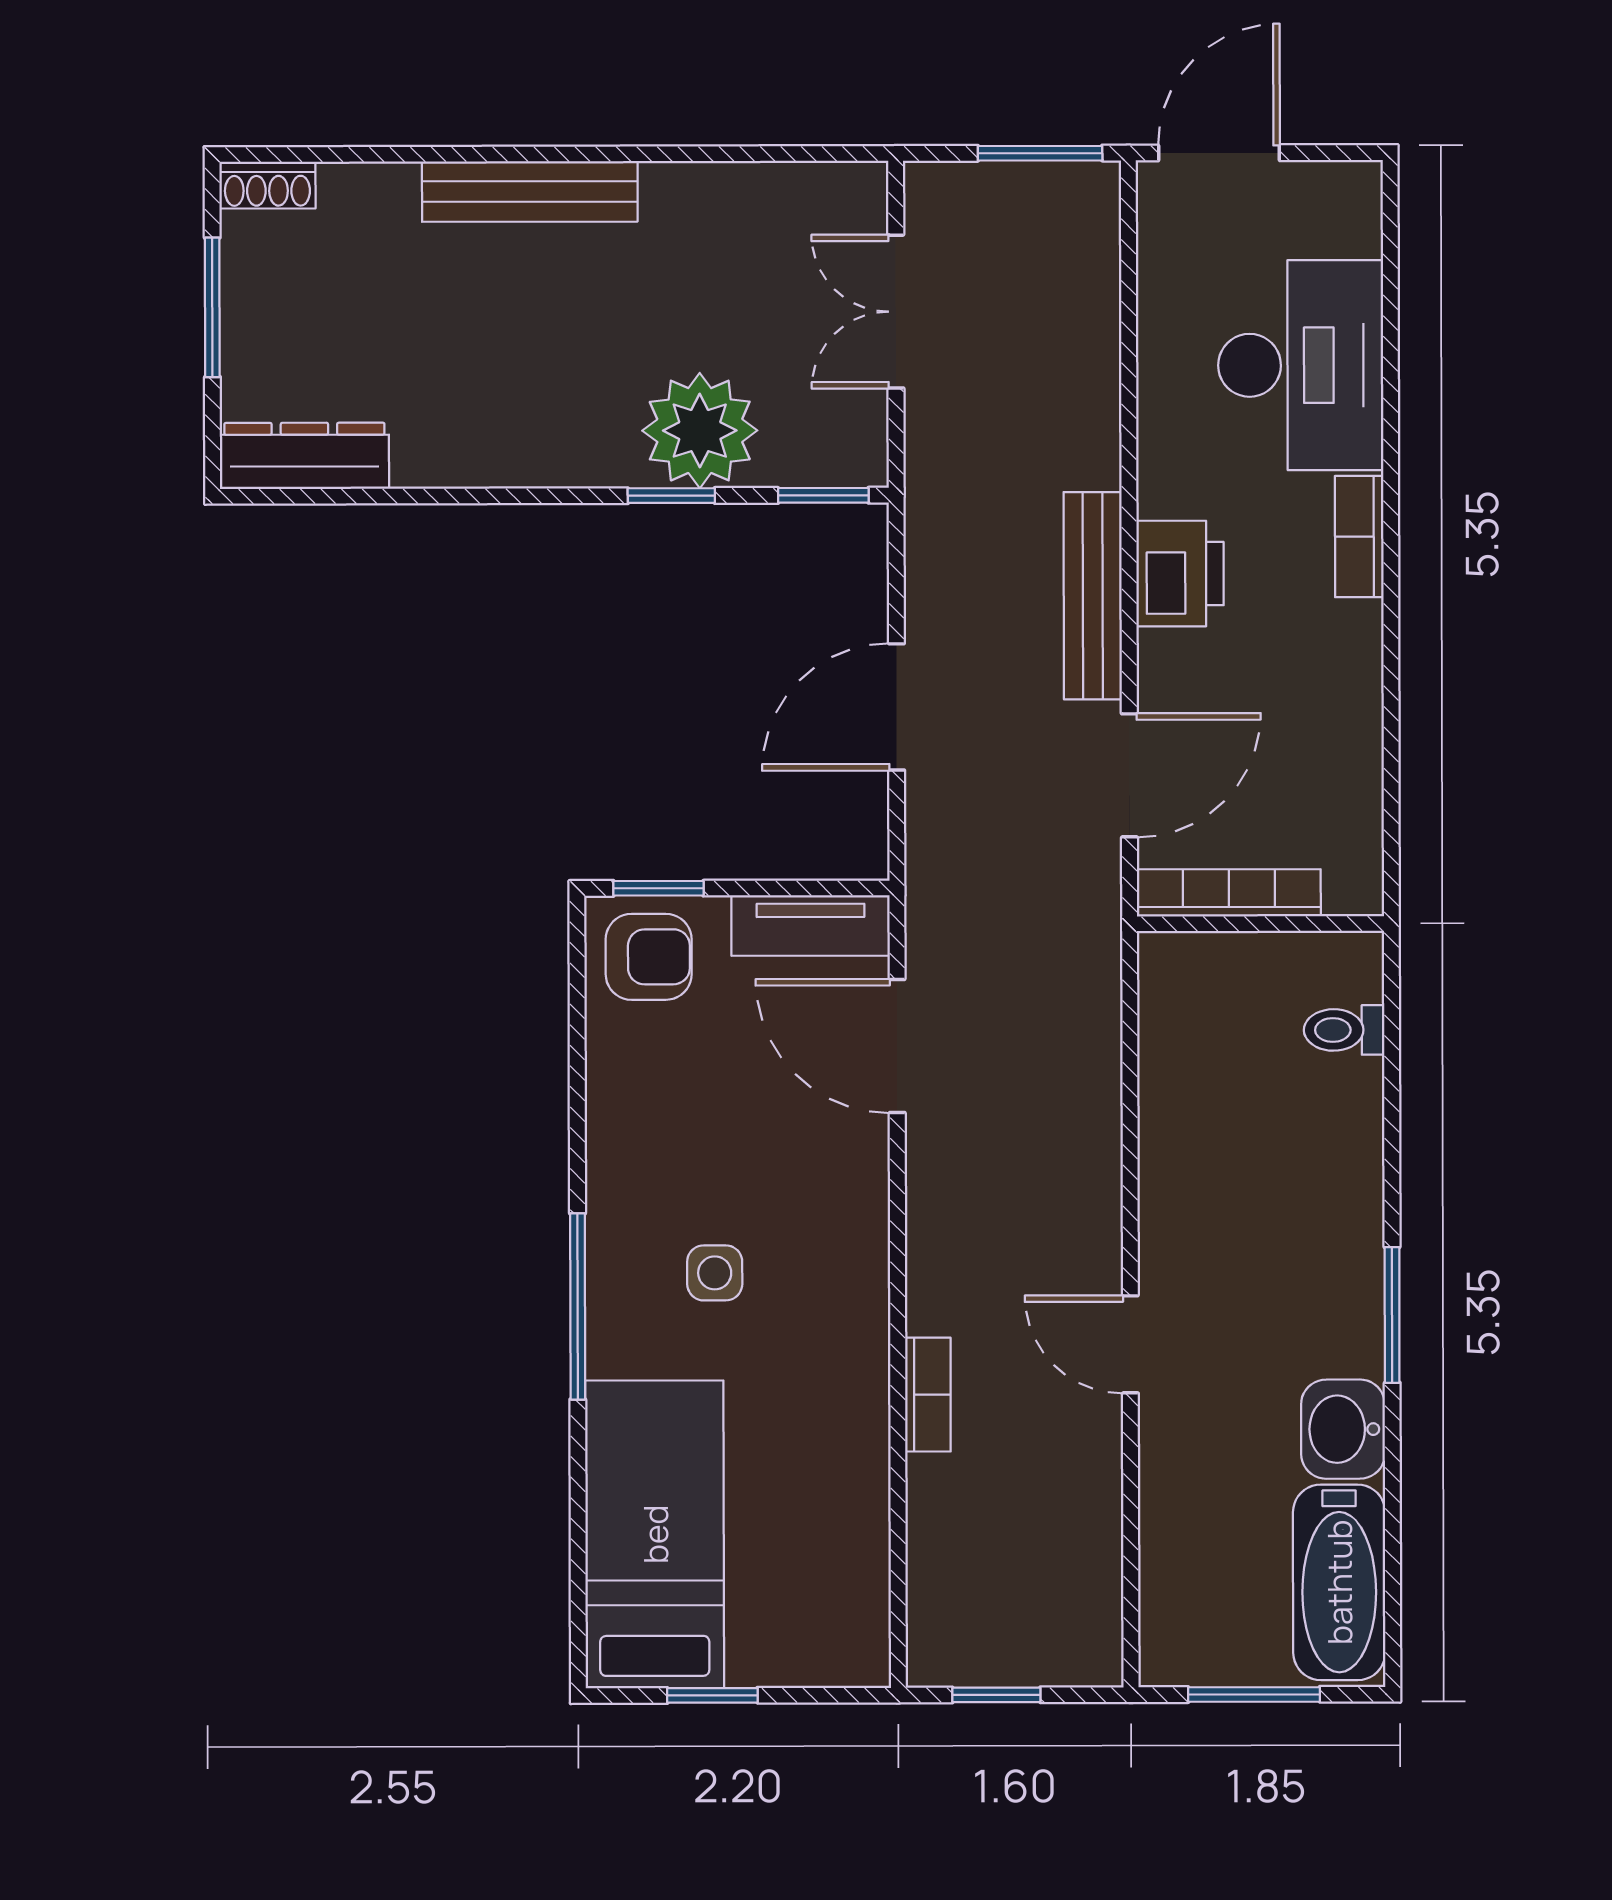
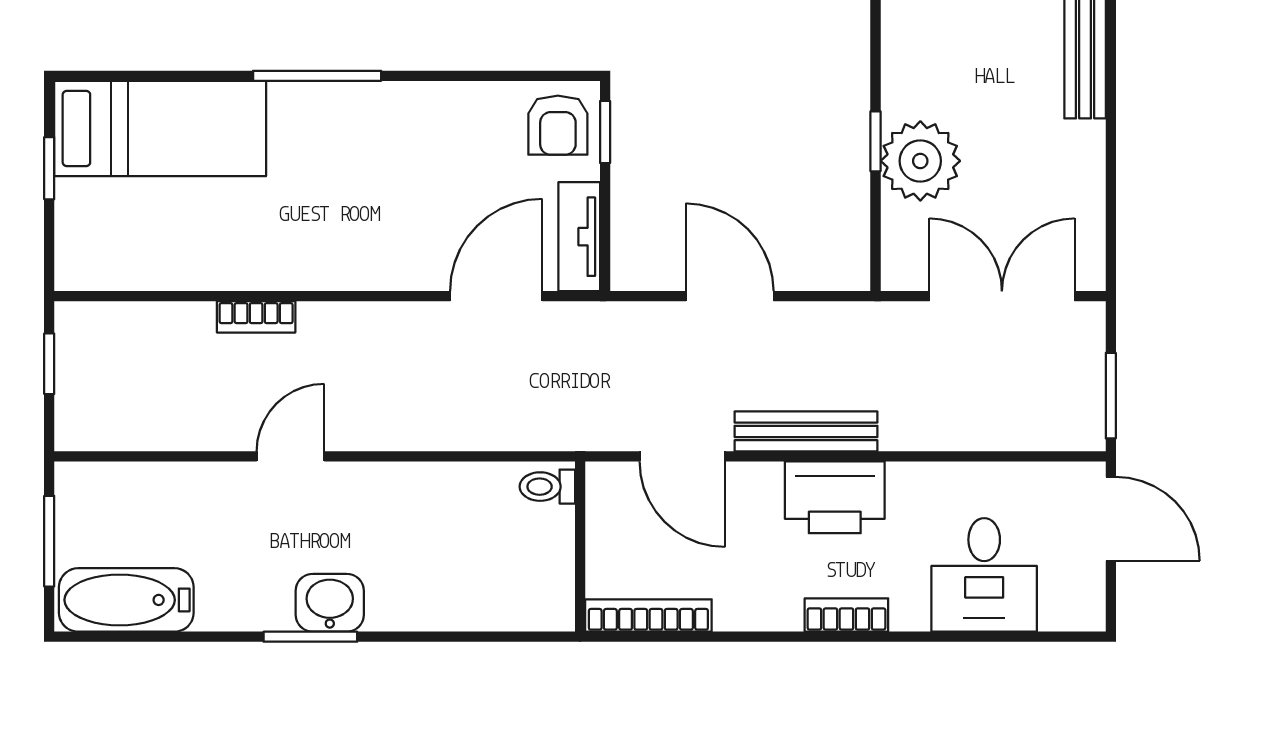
double door: (896, 312) -> (1002, 296), width x1.37
desk: (1301, 365) -> (984, 575), width x0.73
window: (823, 495) -> (875, 246), removed
printer: (1180, 574) -> (835, 497), width x1.37, depth x1.19
bookcase: (1229, 893) -> (648, 615), moved, turned -90
toilet: (1344, 1030) -> (547, 487), moved, turned -90
side table: (715, 1273) -> (340, 170), removed
washbasin: (1343, 1429) -> (330, 603), moved

